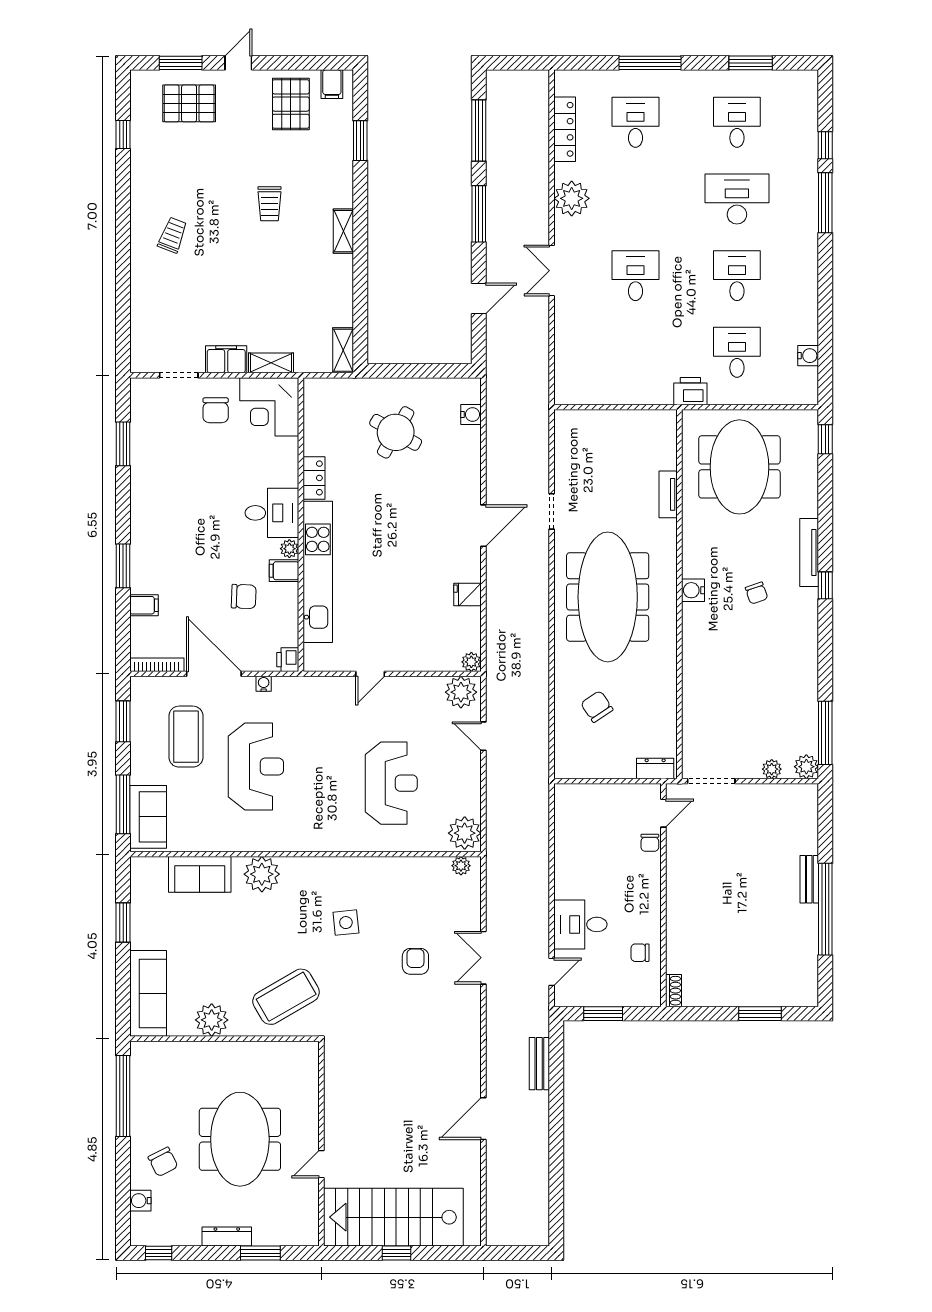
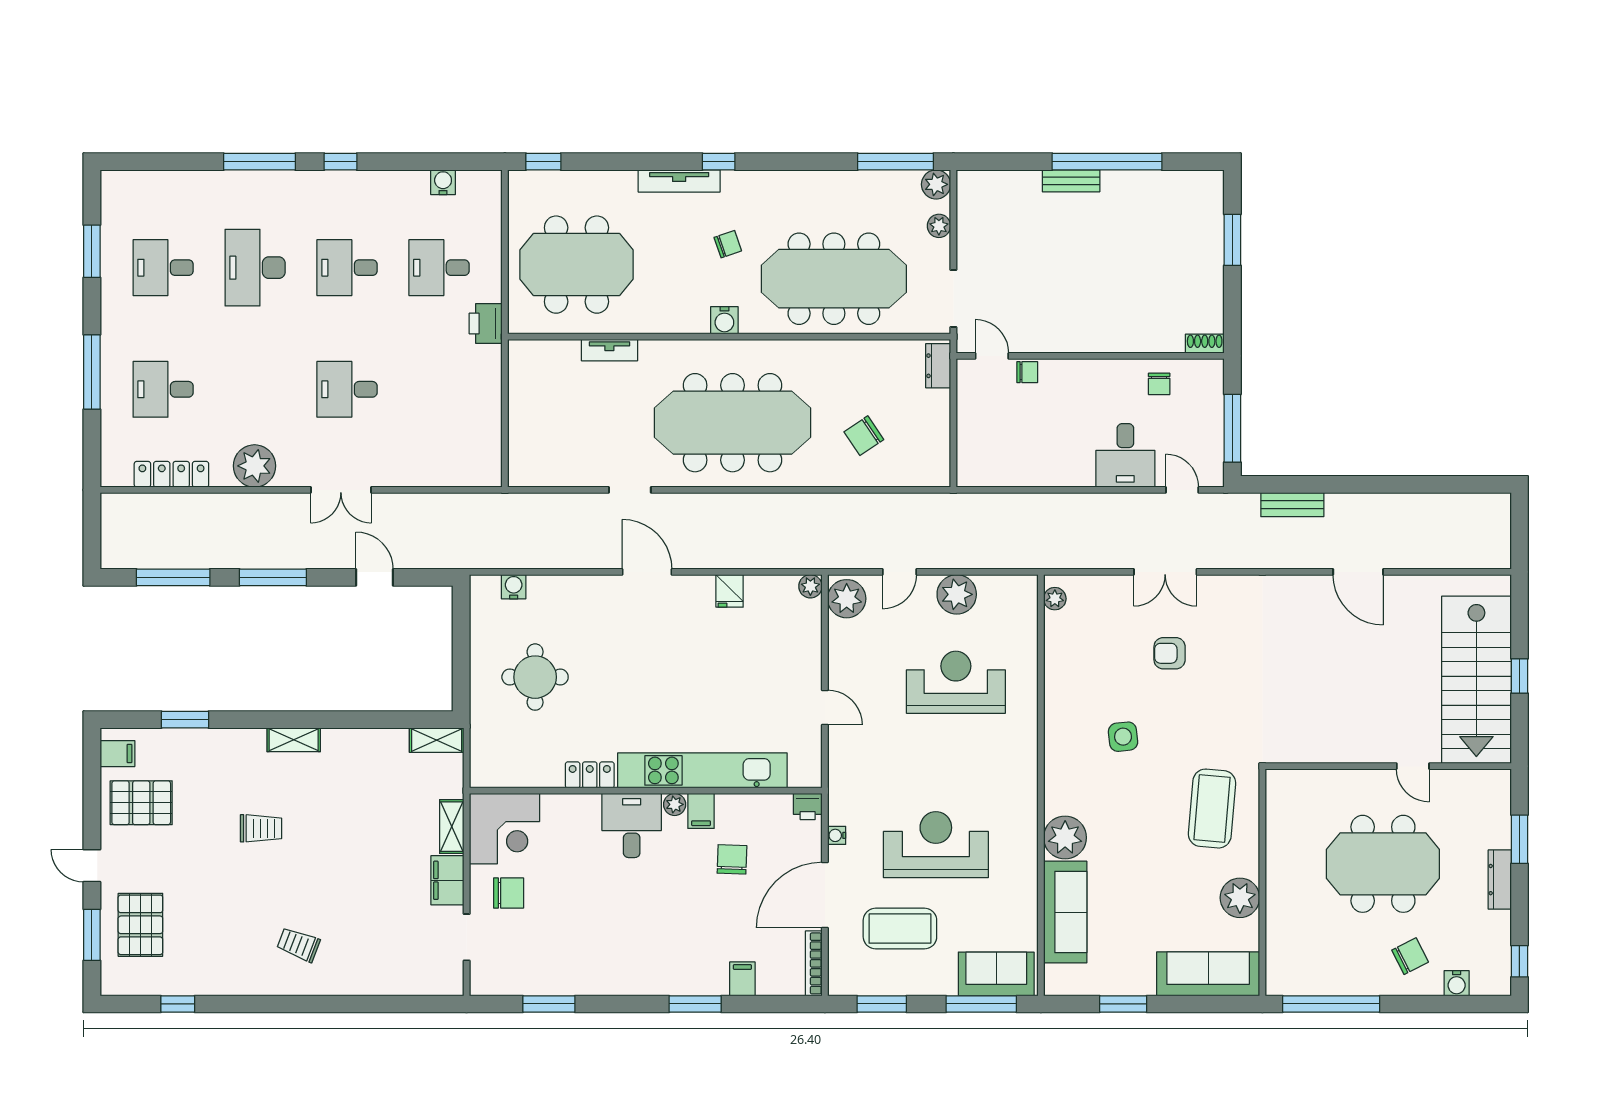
window: (825, 145) -> (341, 162), moved
round table: (396, 432) -> (535, 677), turned -30
meeting table: (728, 681) -> (834, 279), added
plant: (465, 833) -> (957, 594), moved
sofa: (200, 874) -> (1065, 912), width x1.36
coffee table: (286, 997) -> (1212, 809), turned 35
window: (603, 1014) -> (1232, 428), width x1.44

